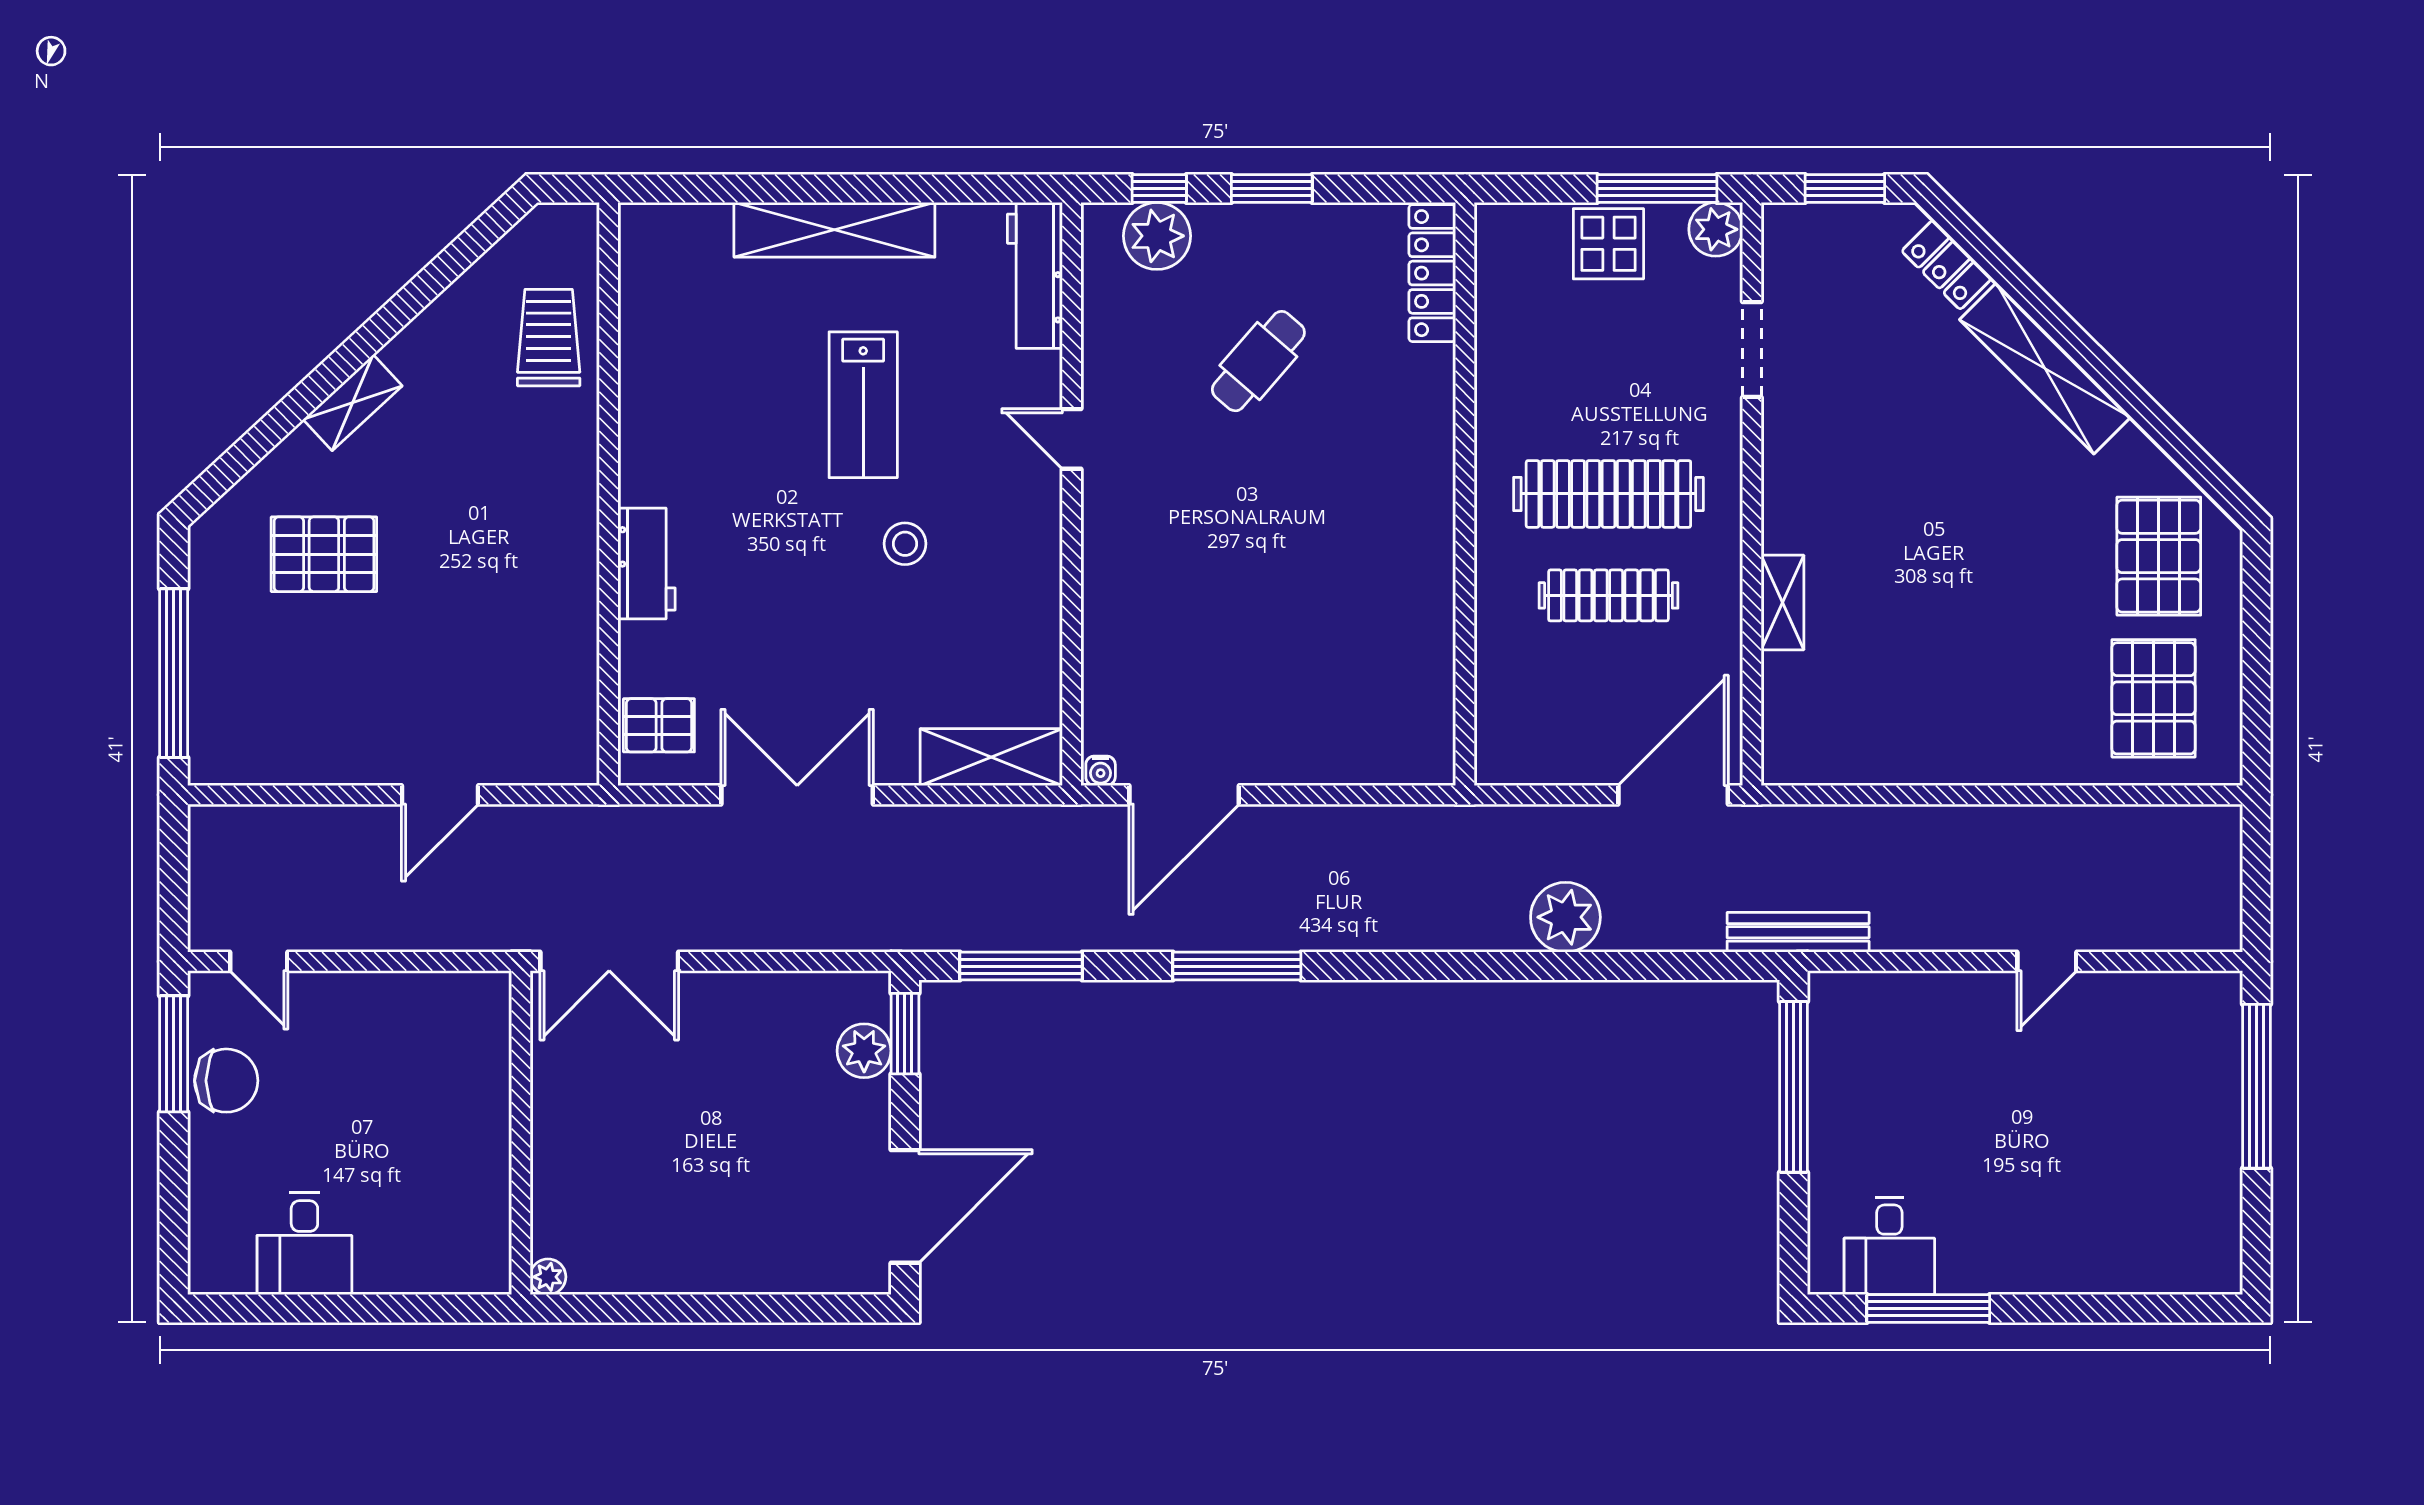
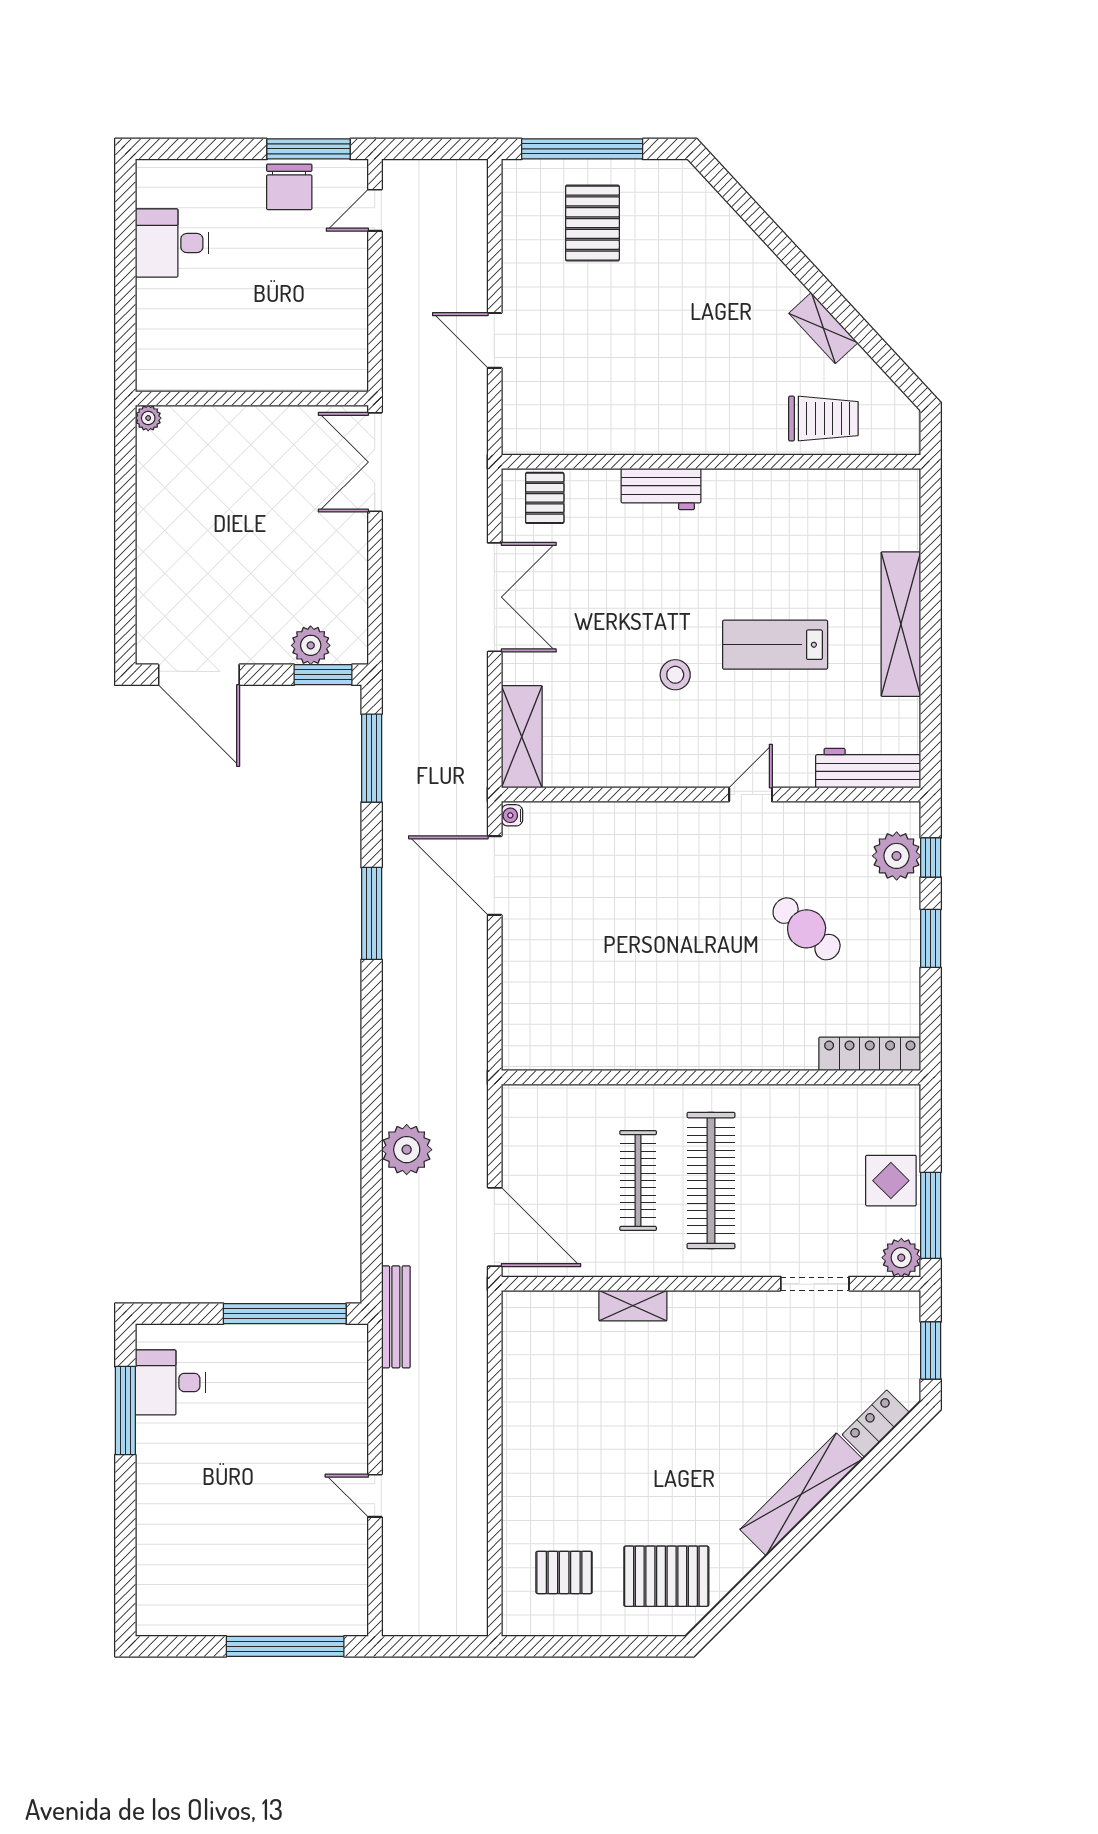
shelving: (353, 403) -> (823, 328), moved
pallet: (324, 554) -> (592, 223), moved
pallet: (2154, 698) -> (564, 1572), width x0.67, depth x0.71

